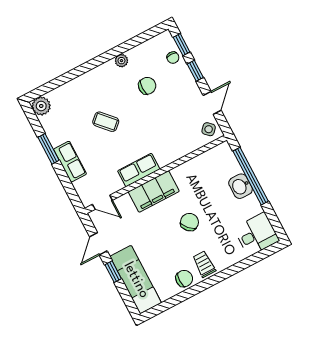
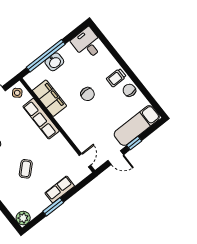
row of seats: (139, 170) -> (41, 119), moved, width x1.48
filing cabinet: (154, 191) -> (49, 98), moved
chair: (189, 222) -> (88, 94), turned -137

